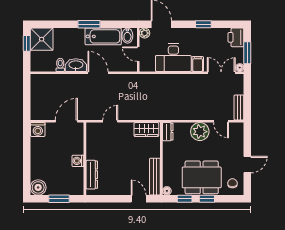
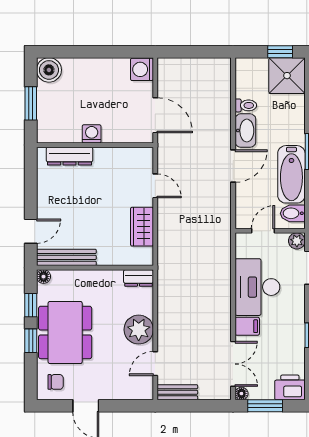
wardrobe: (146, 130) -> (142, 227), moved

